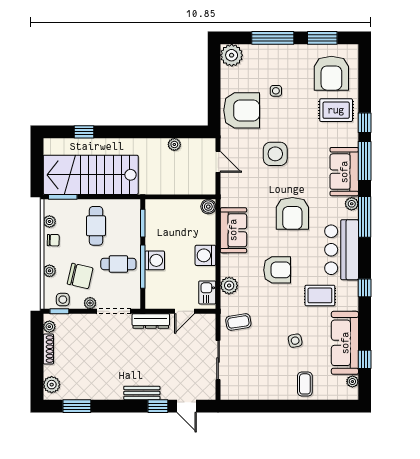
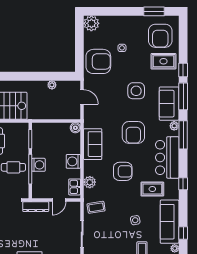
window: (273, 38) -> (120, 11), removed
side table: (275, 154) -> (136, 91), moved

